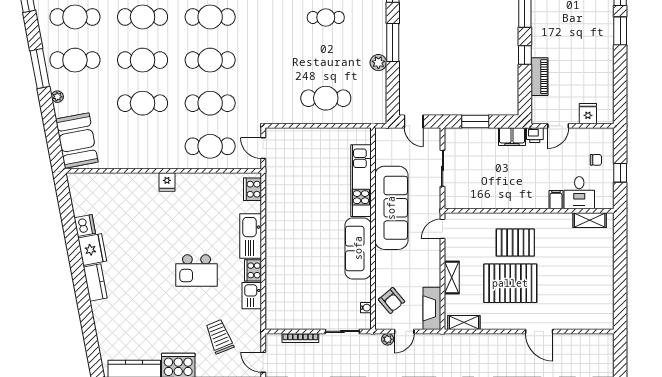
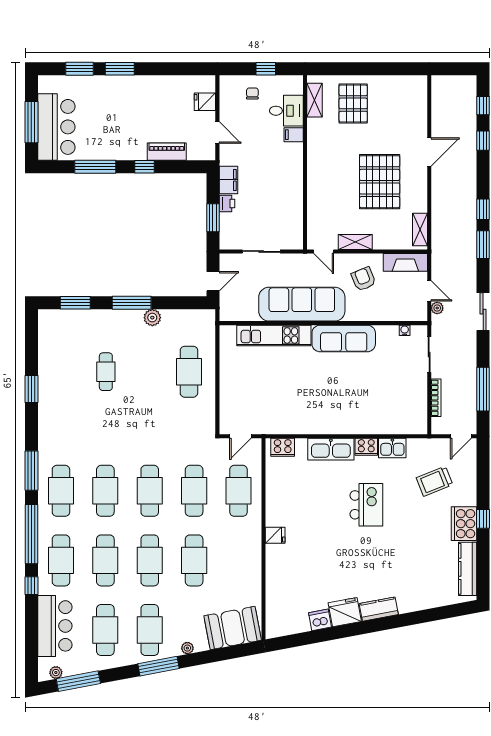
printer: (535, 135) -> (227, 204), moved
pallet: (515, 243) -> (353, 103), moved
shelving: (452, 278) -> (355, 242), moved
armchair: (392, 300) -> (363, 279), moved, turned -72

